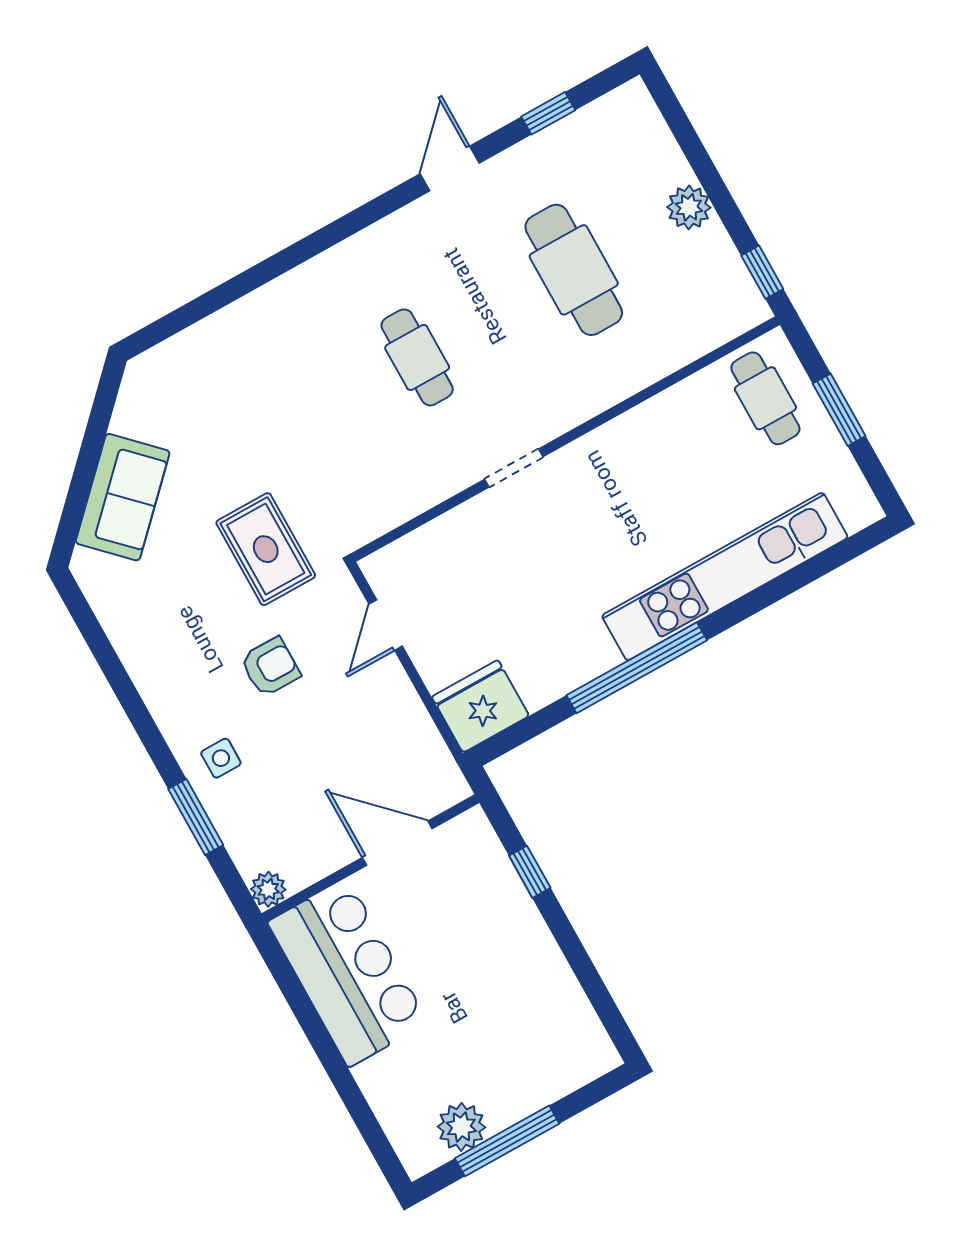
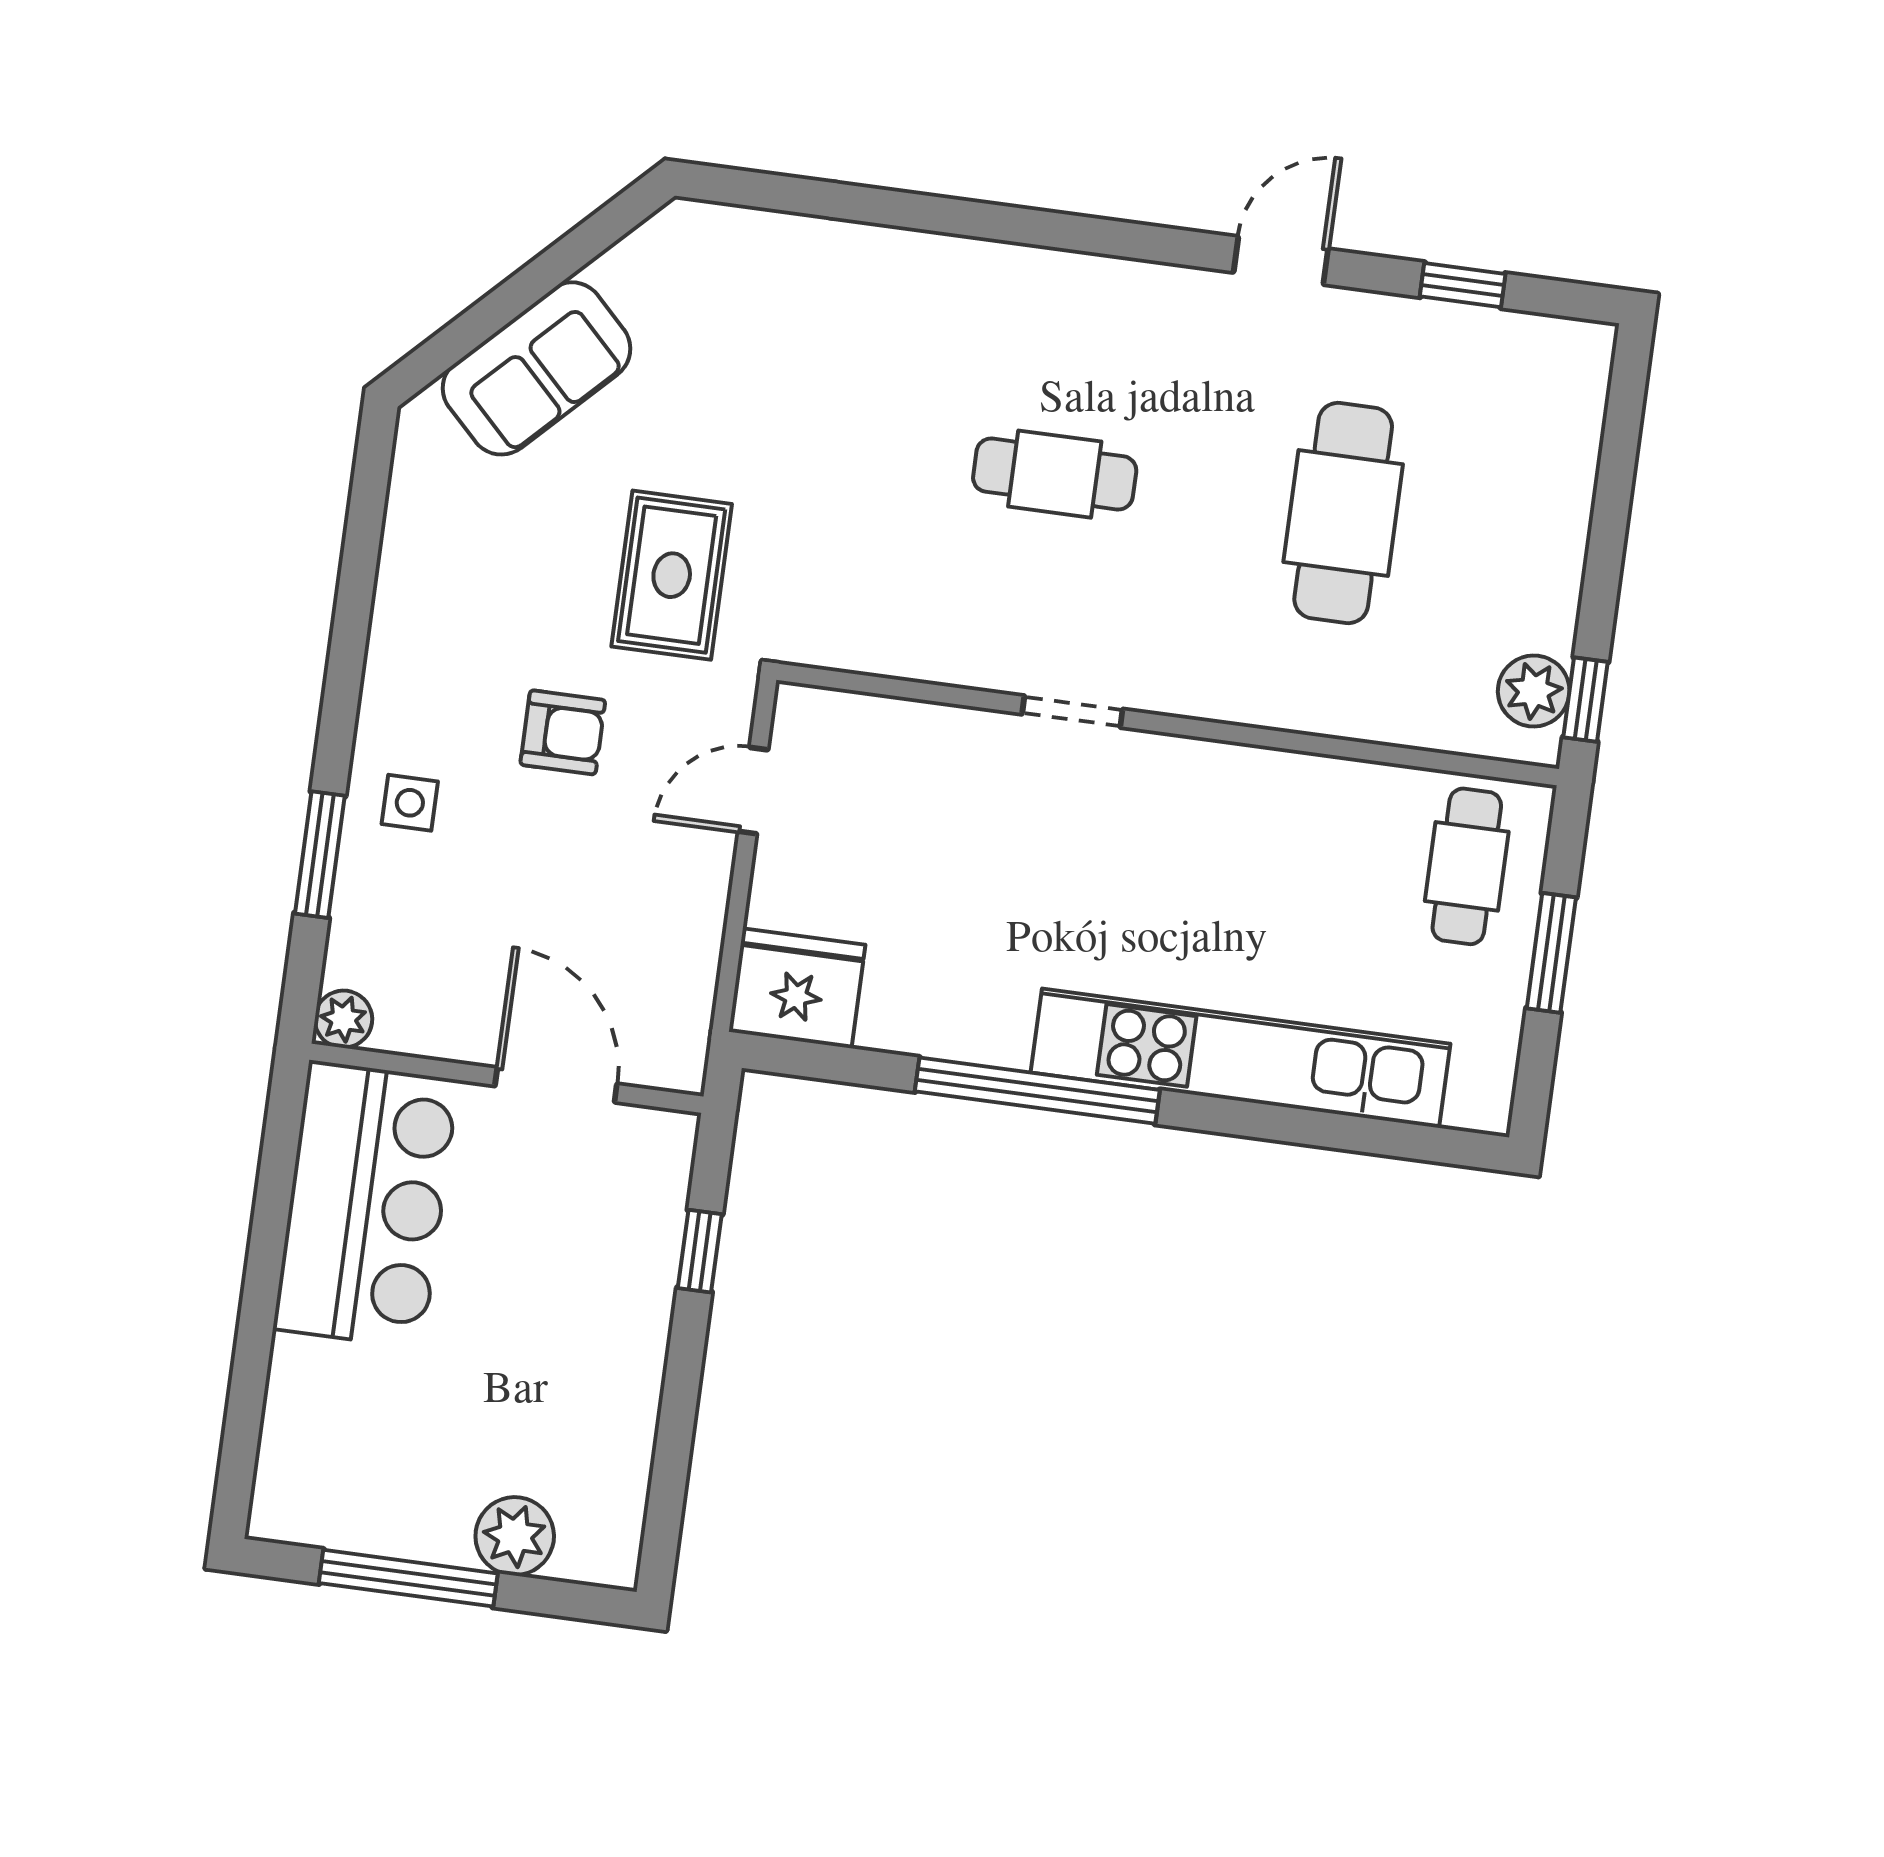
plant: (689, 207) -> (1534, 691), moved
cafe table: (417, 357) -> (1055, 474), turned 90
plant: (461, 1127) -> (515, 1536), moved

